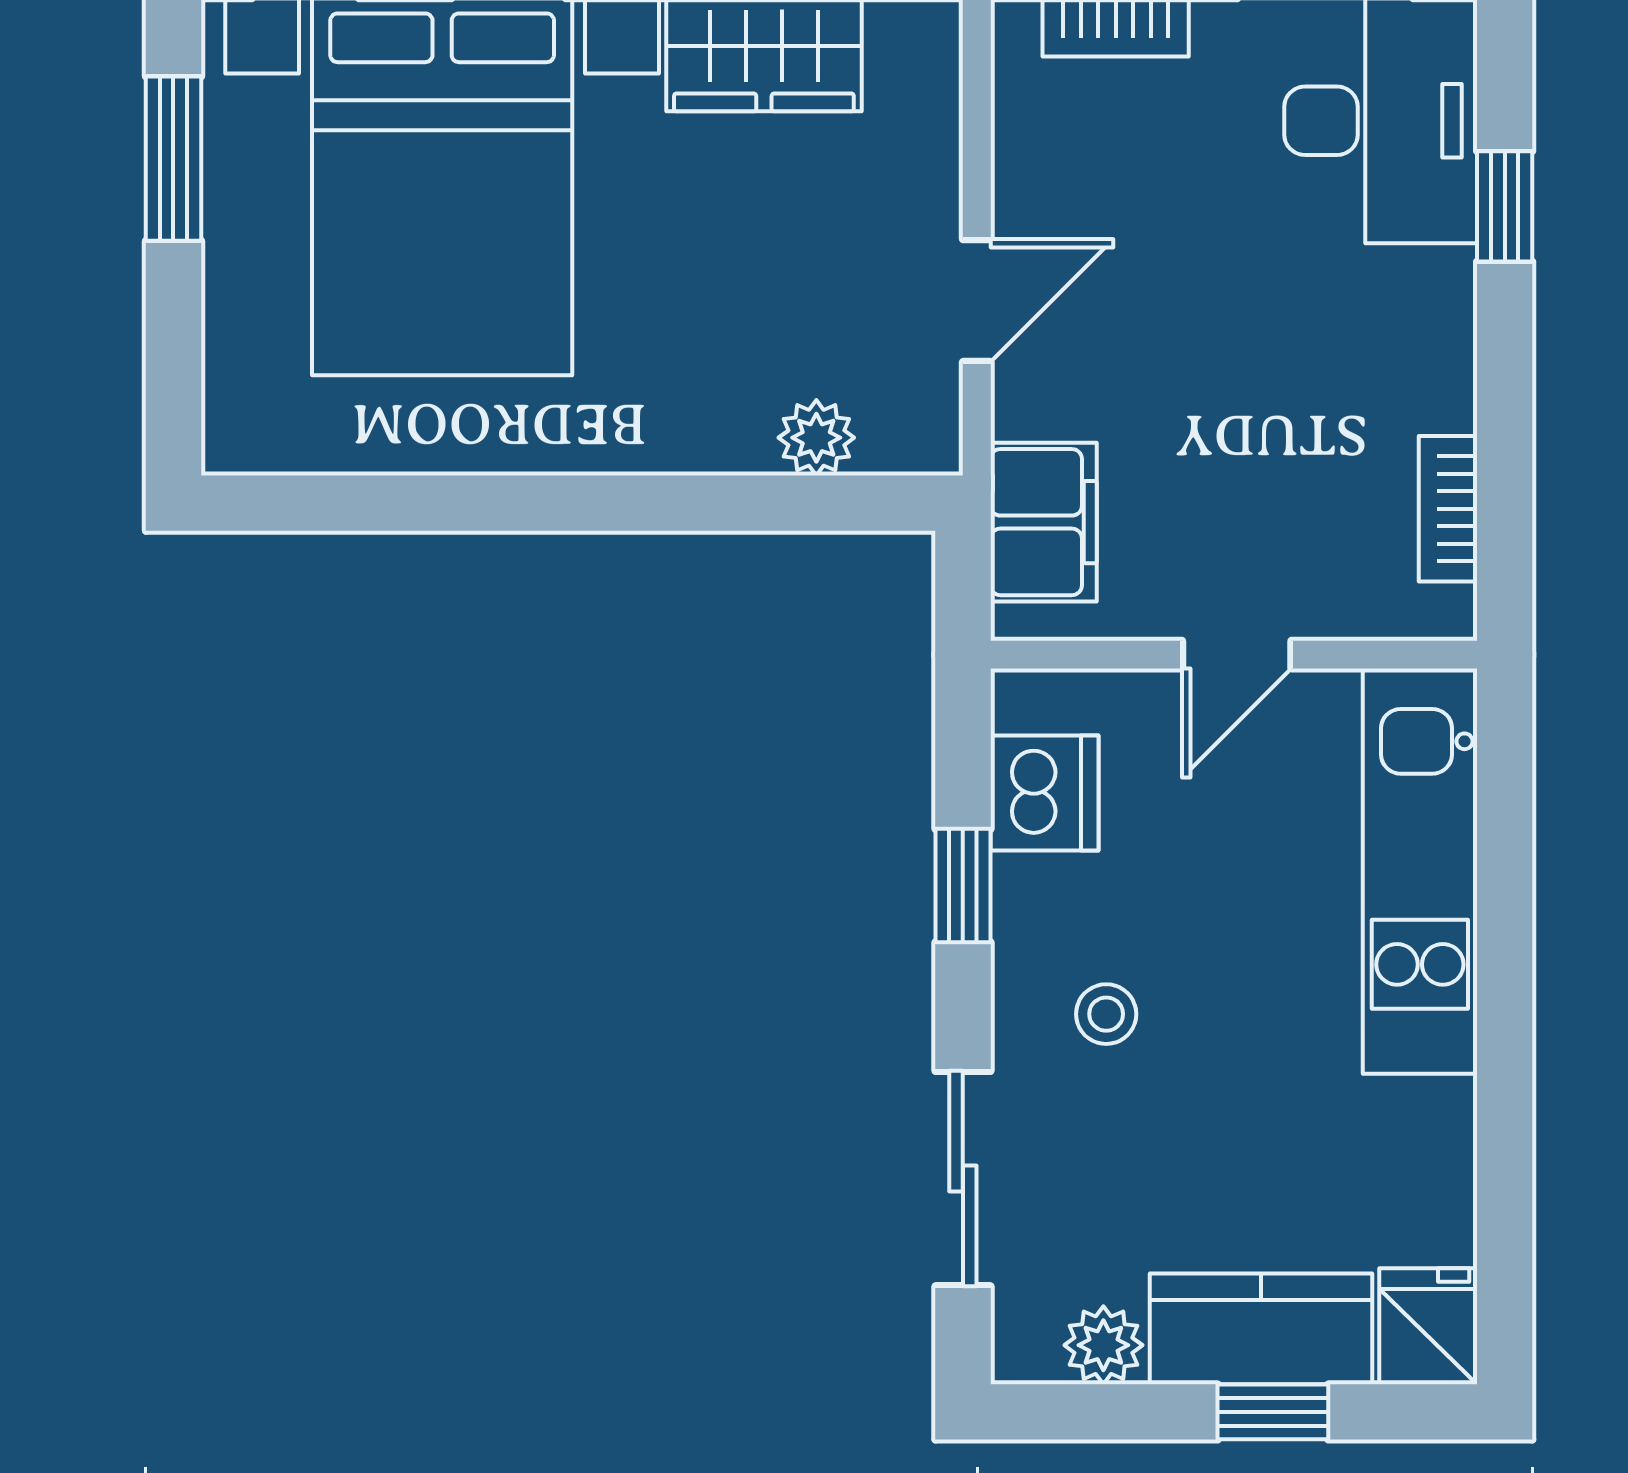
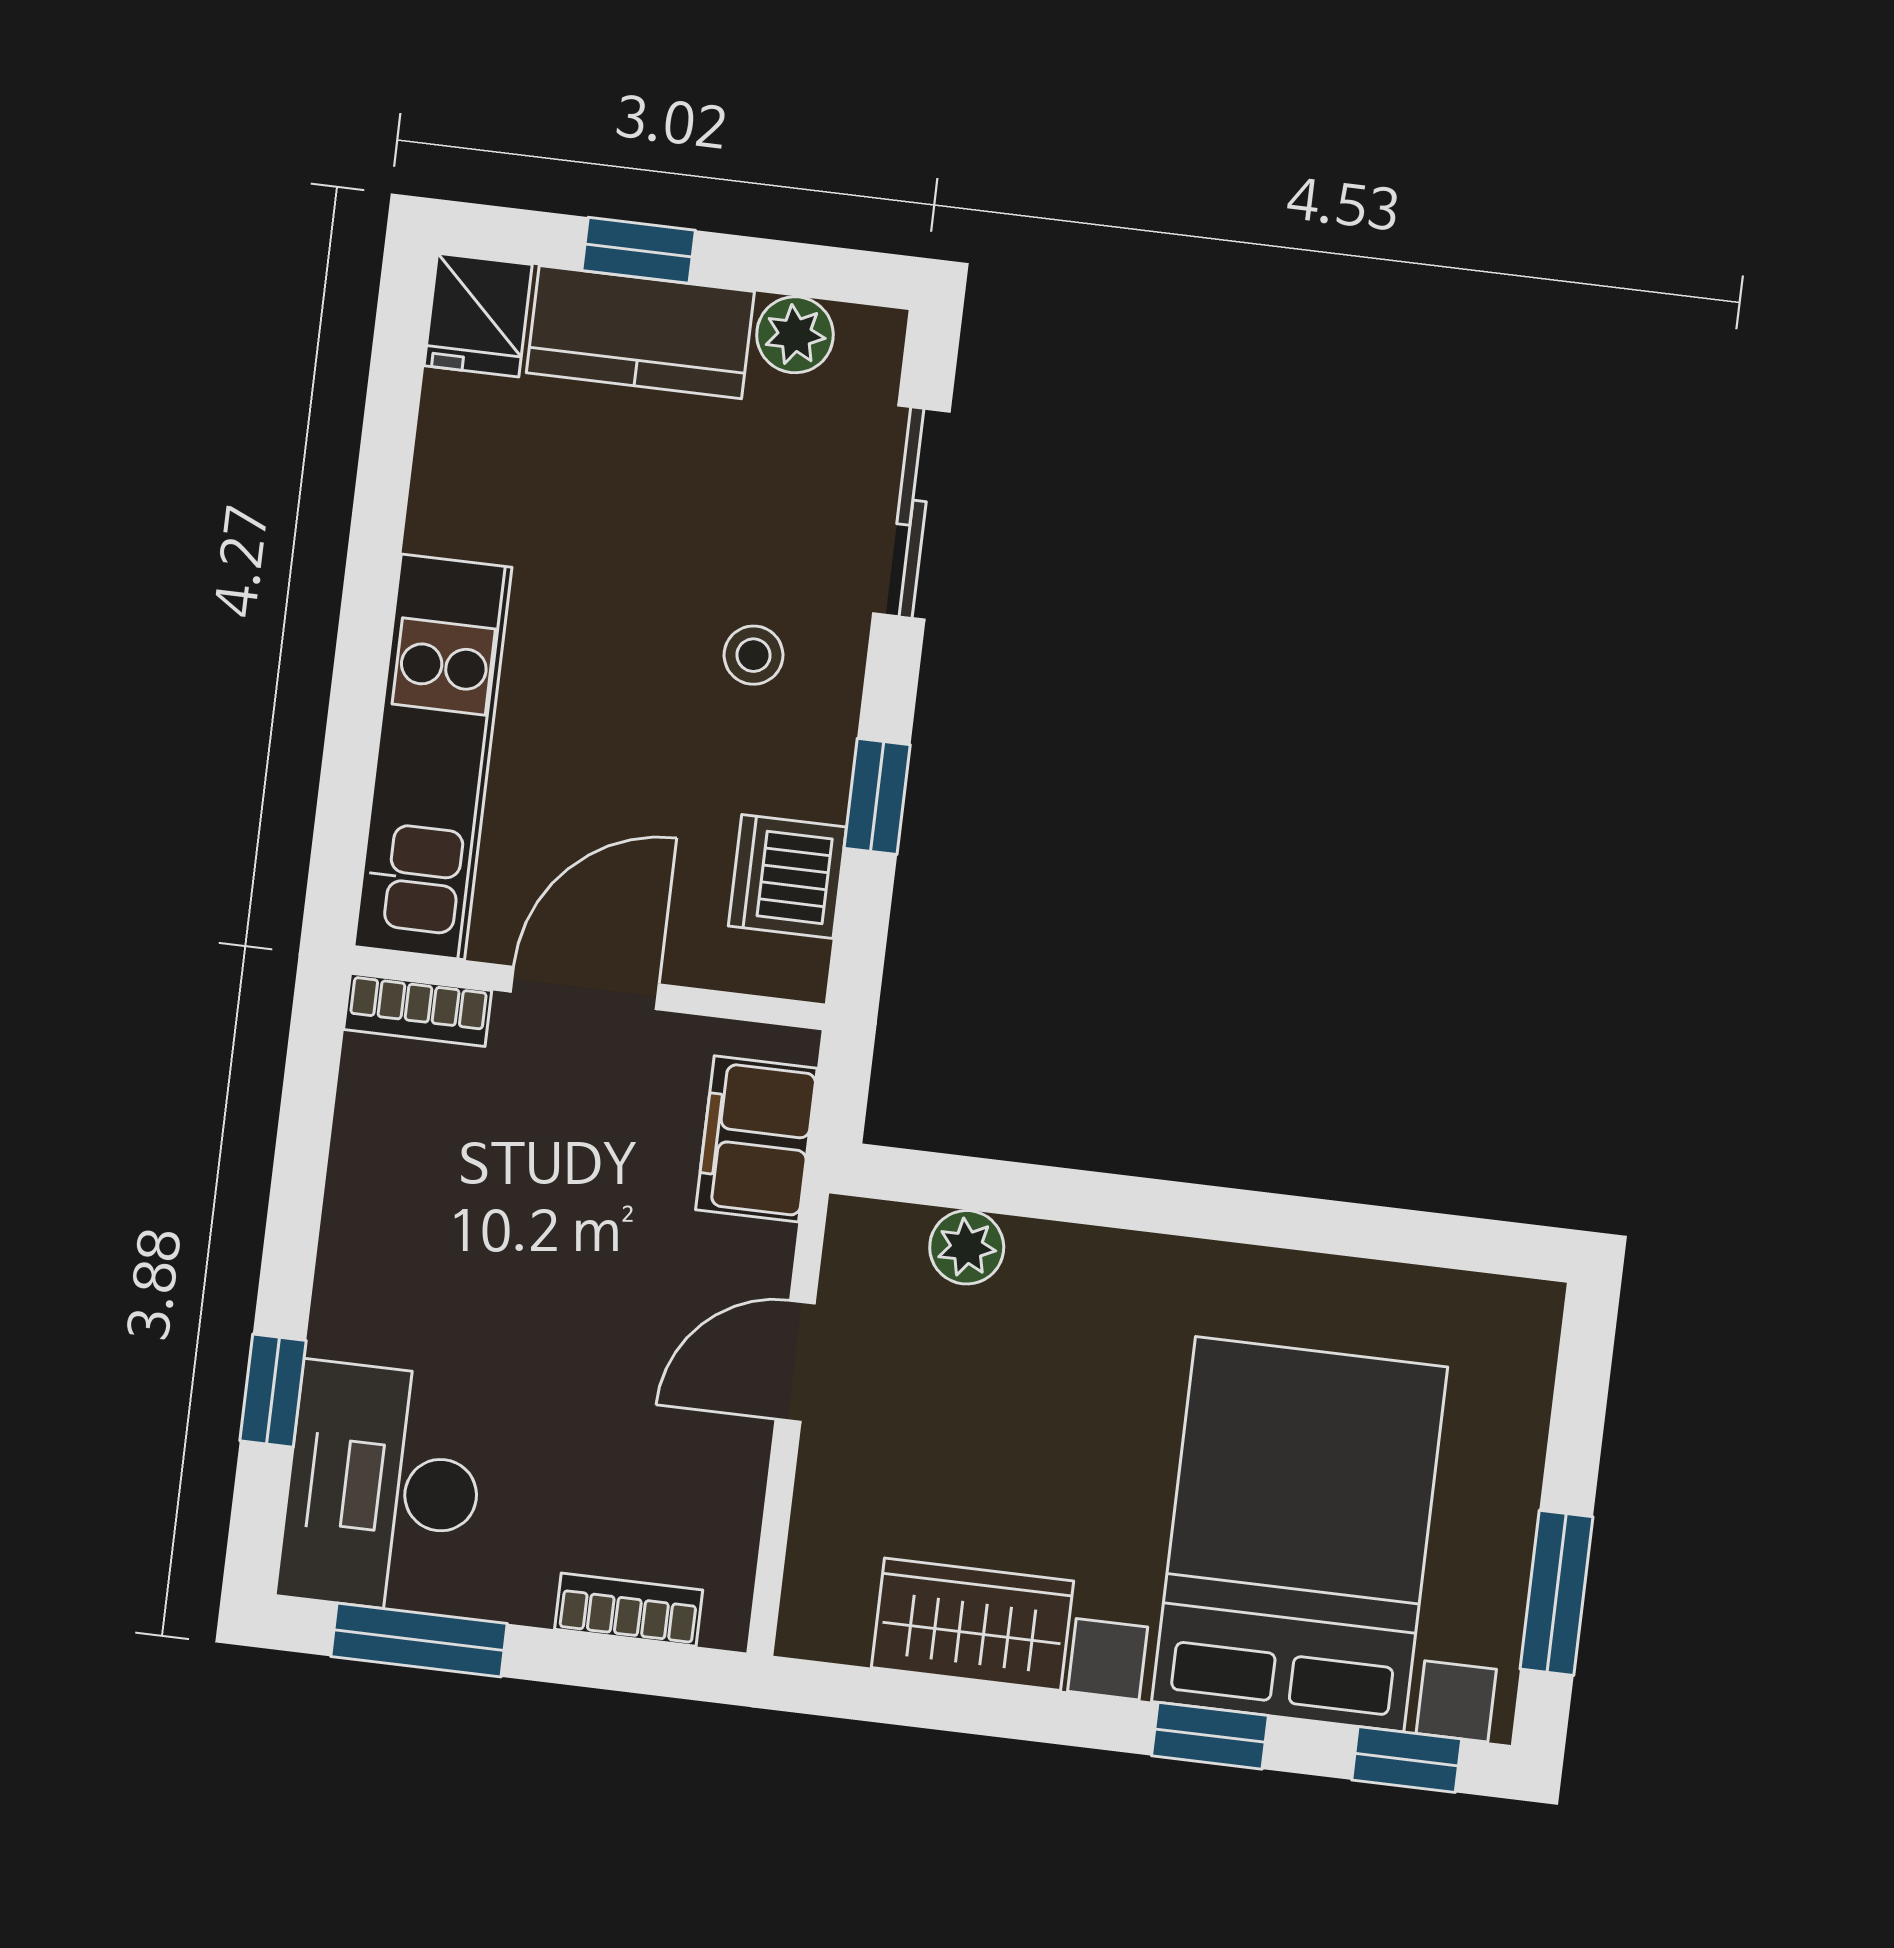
bookcase: (1448, 509) -> (418, 1010), moved, turned 90
door: (1237, 655) -> (585, 988), width x1.38

